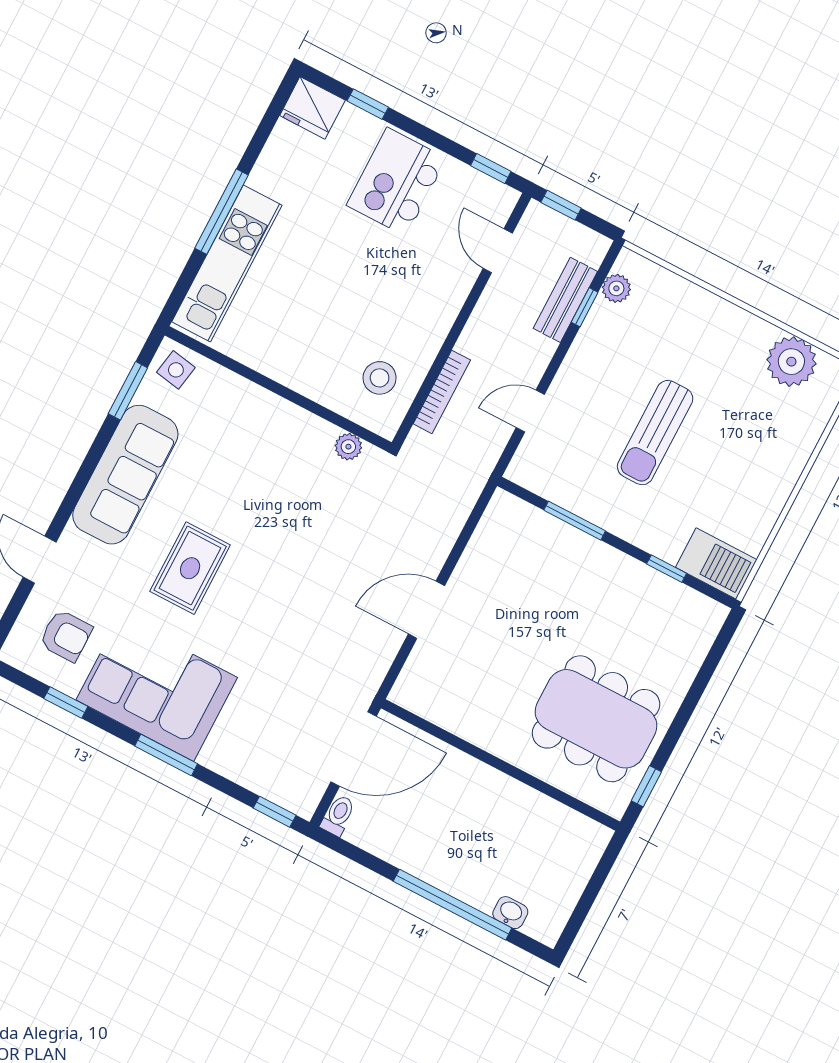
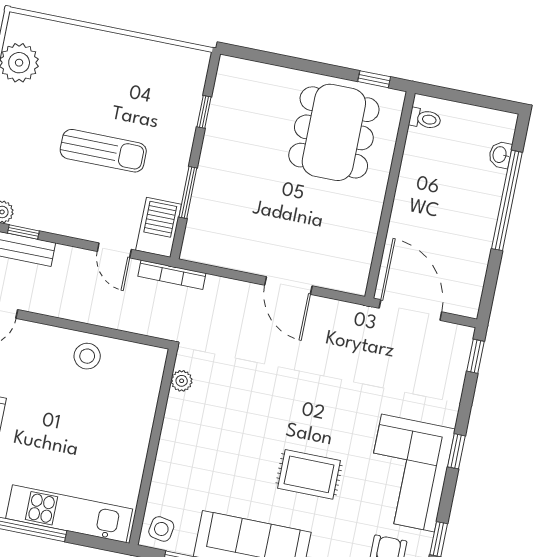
stool: (380, 378) -> (87, 356), moved
bookcase: (442, 392) -> (172, 275), moved, turned 180
barbecue: (716, 563) -> (159, 227), moved
window: (166, 755) -> (456, 451), width x0.67
toilet: (338, 815) -> (425, 119), moved, turned 180

